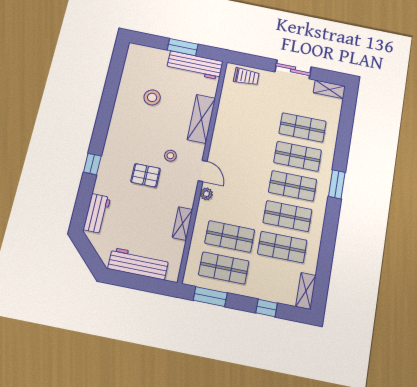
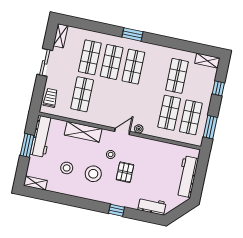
stool: (144, 132) -> (93, 174), added
shop shelf: (287, 216) -> (82, 94), moved
shelving: (182, 223) -> (35, 183), moved

